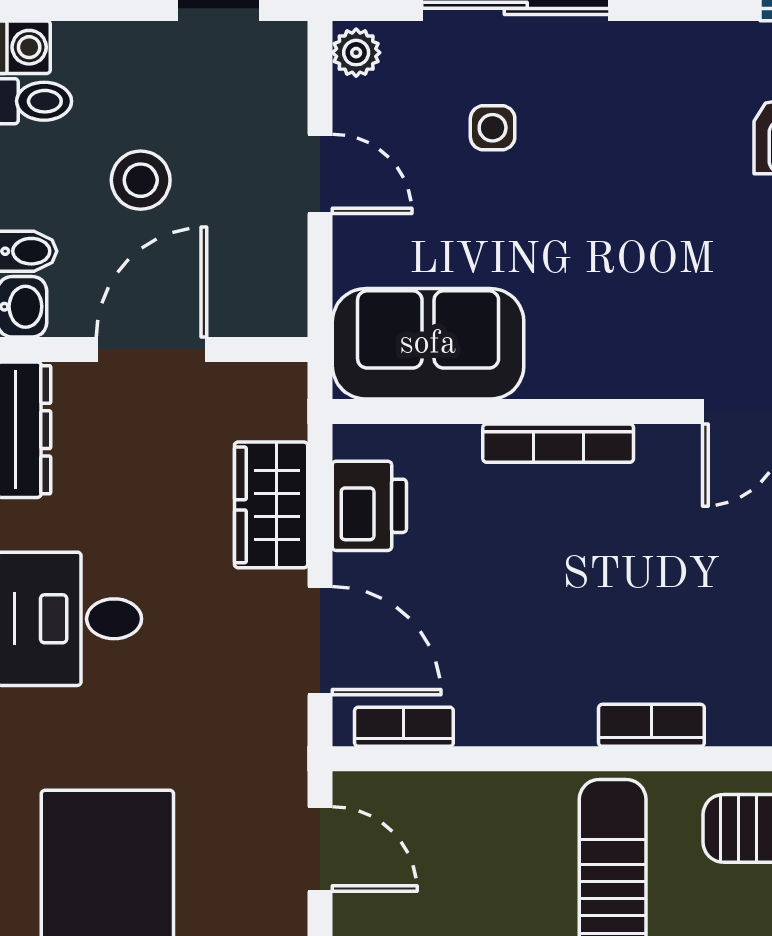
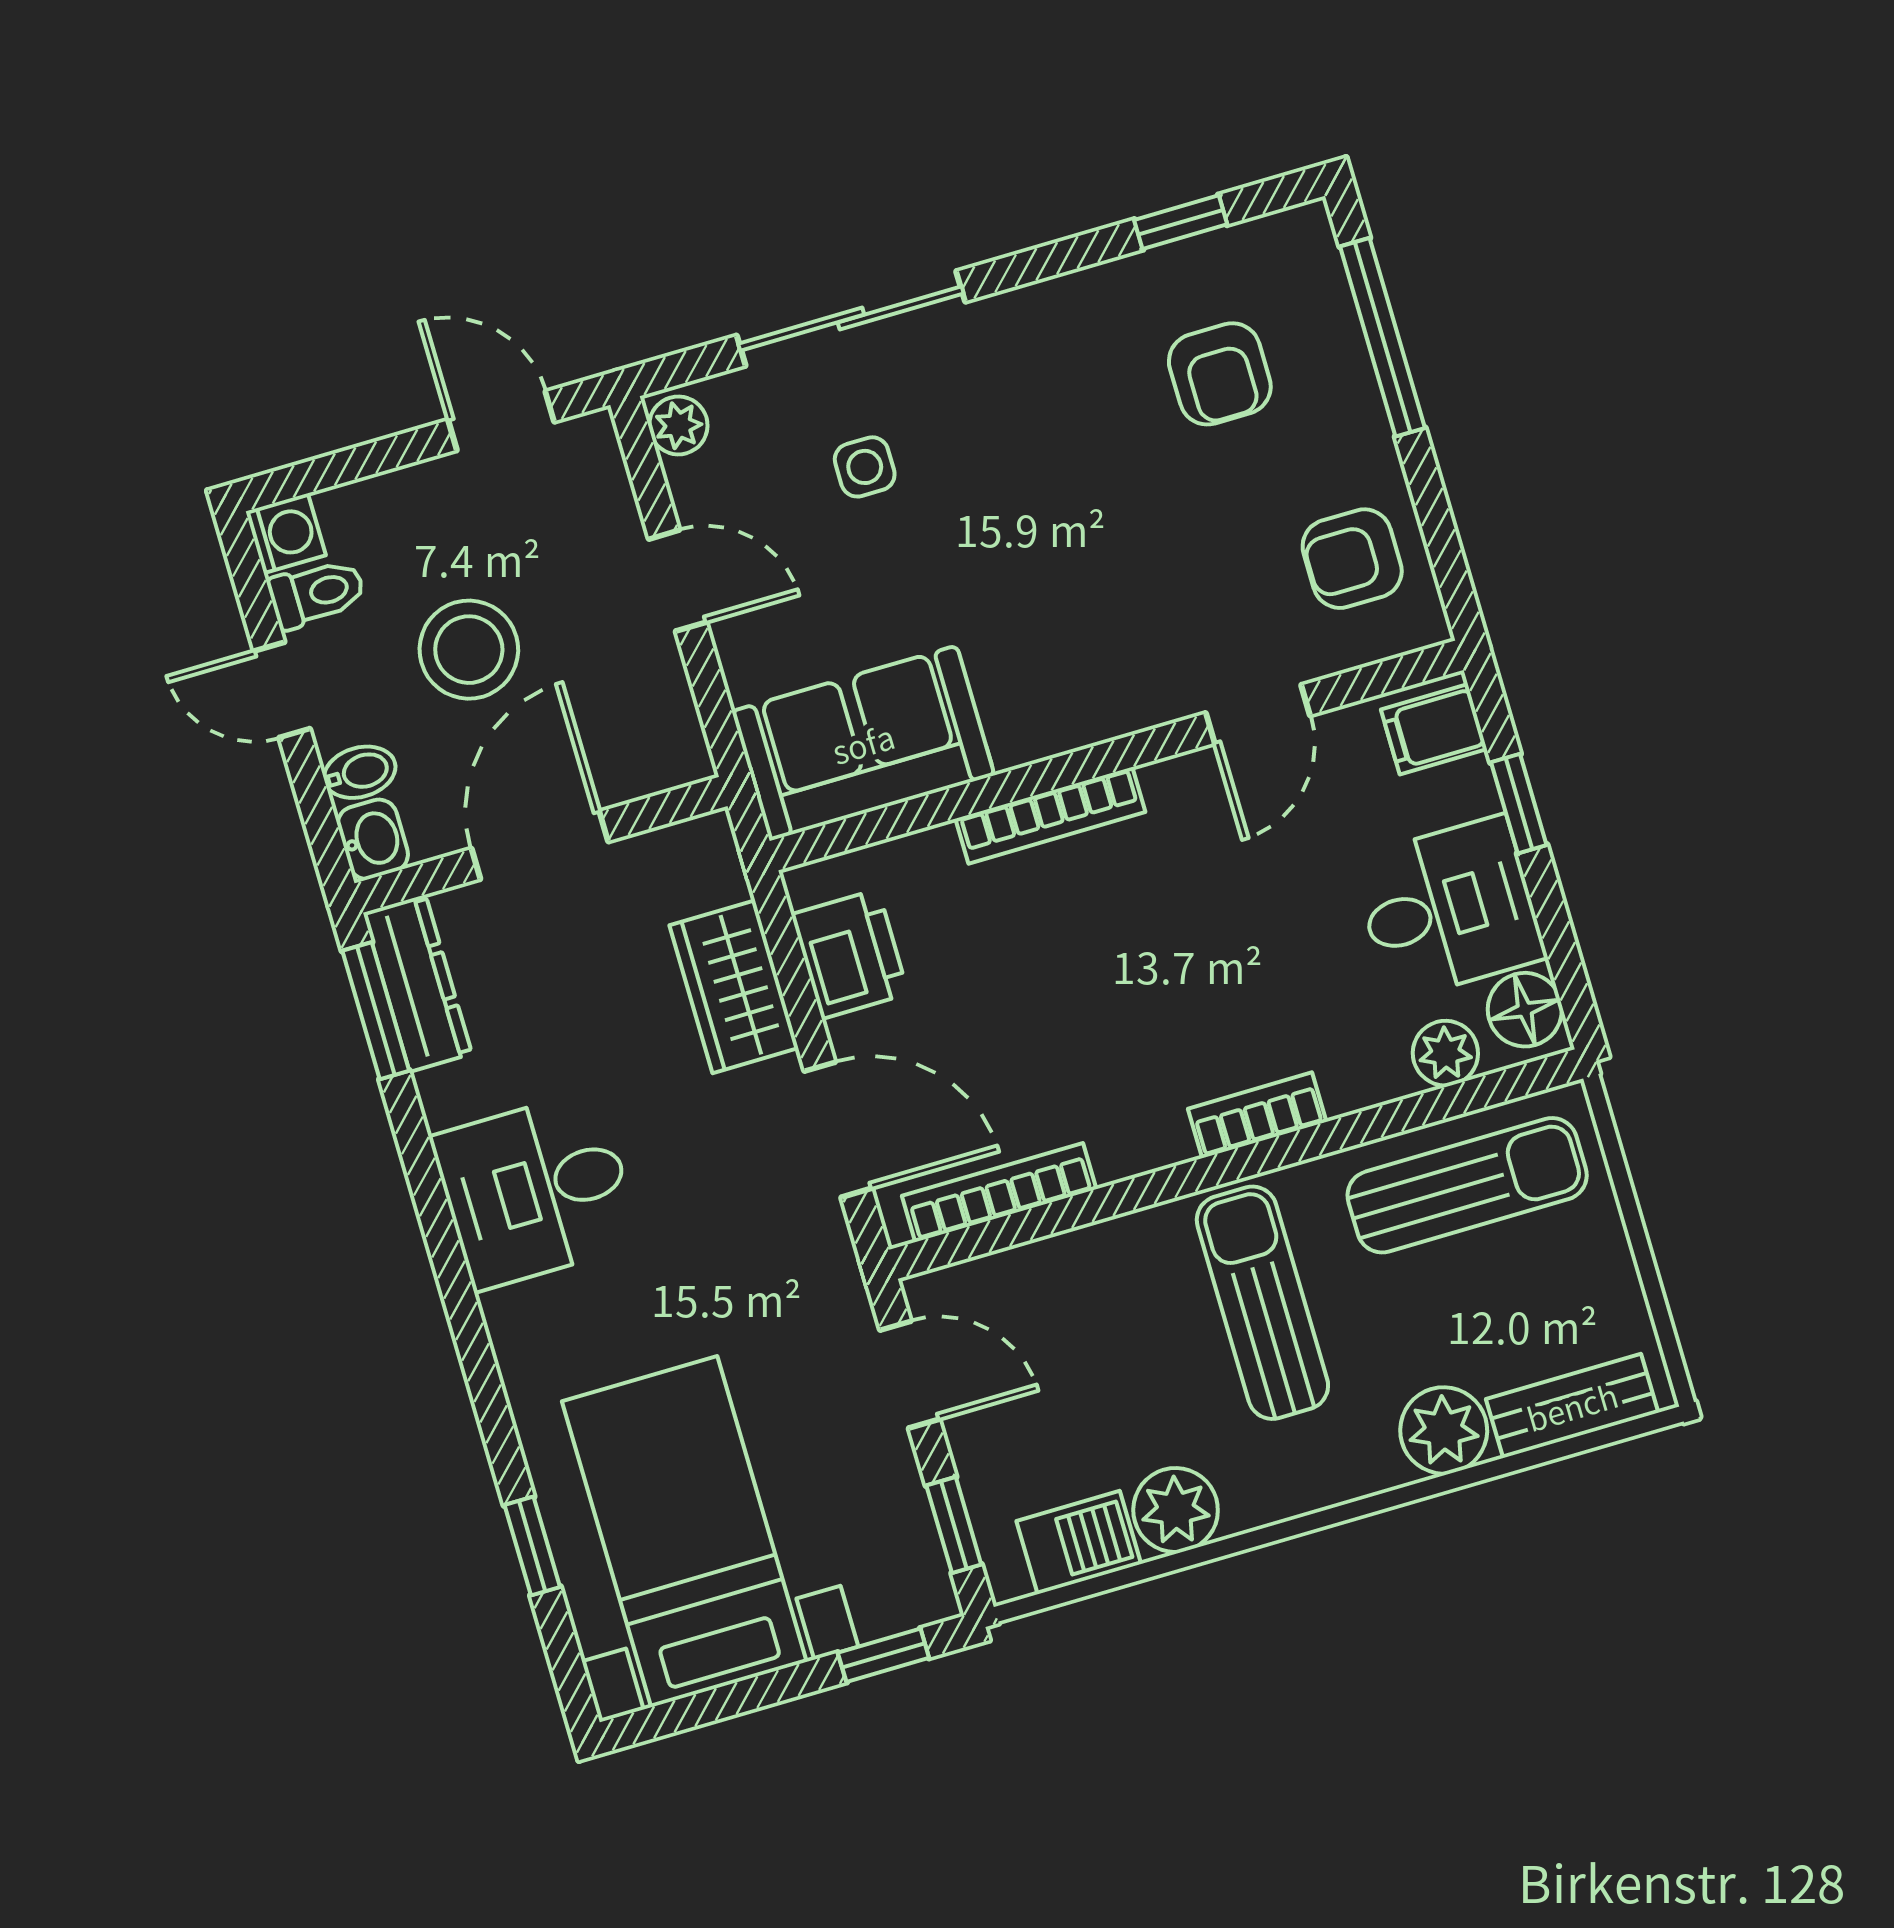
stool: (141, 180) -> (469, 650), width x1.38, depth x1.38
bookcase: (404, 727) -> (999, 1192), width x1.56

